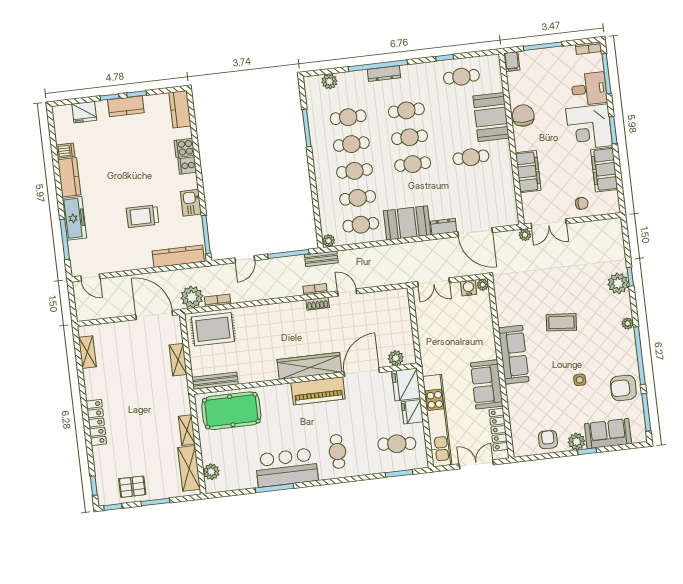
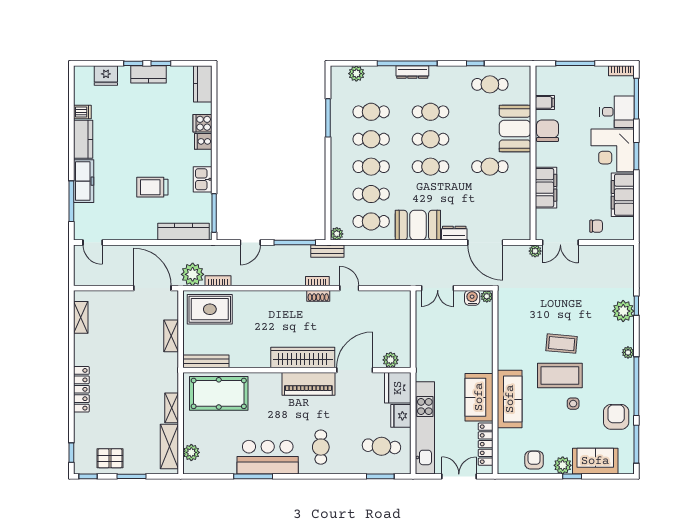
filing cabinet: (512, 62) -> (545, 102), moved, turned -90
coffee table: (564, 354) -> (560, 376), added
sofa: (514, 355) -> (510, 399), moved
armchair: (623, 388) -> (616, 417), turned 90

